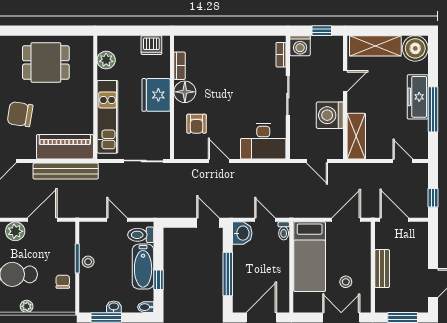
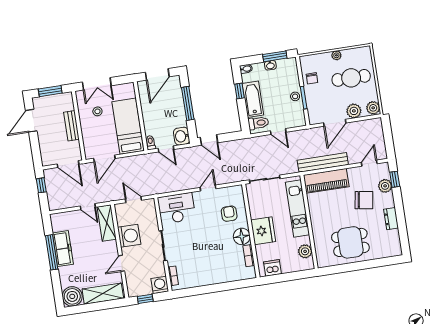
freezer: (418, 97) -> (63, 249), moved
door: (219, 161) -> (208, 188), swing flipped
door: (403, 161) -> (88, 207), moved

